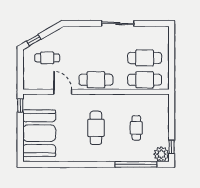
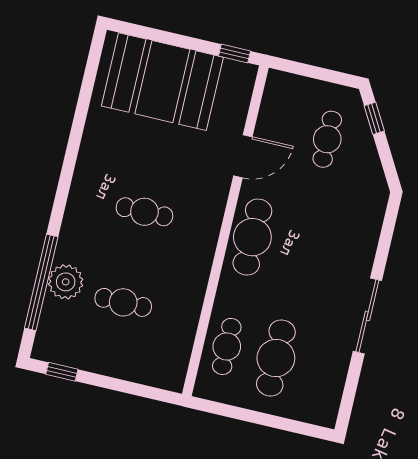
cafe table: (145, 80) -> (227, 346), width x0.73, depth x0.74
cafe table: (96, 128) -> (144, 212), width x0.73, depth x0.74
plant: (161, 154) -> (66, 282), moved

